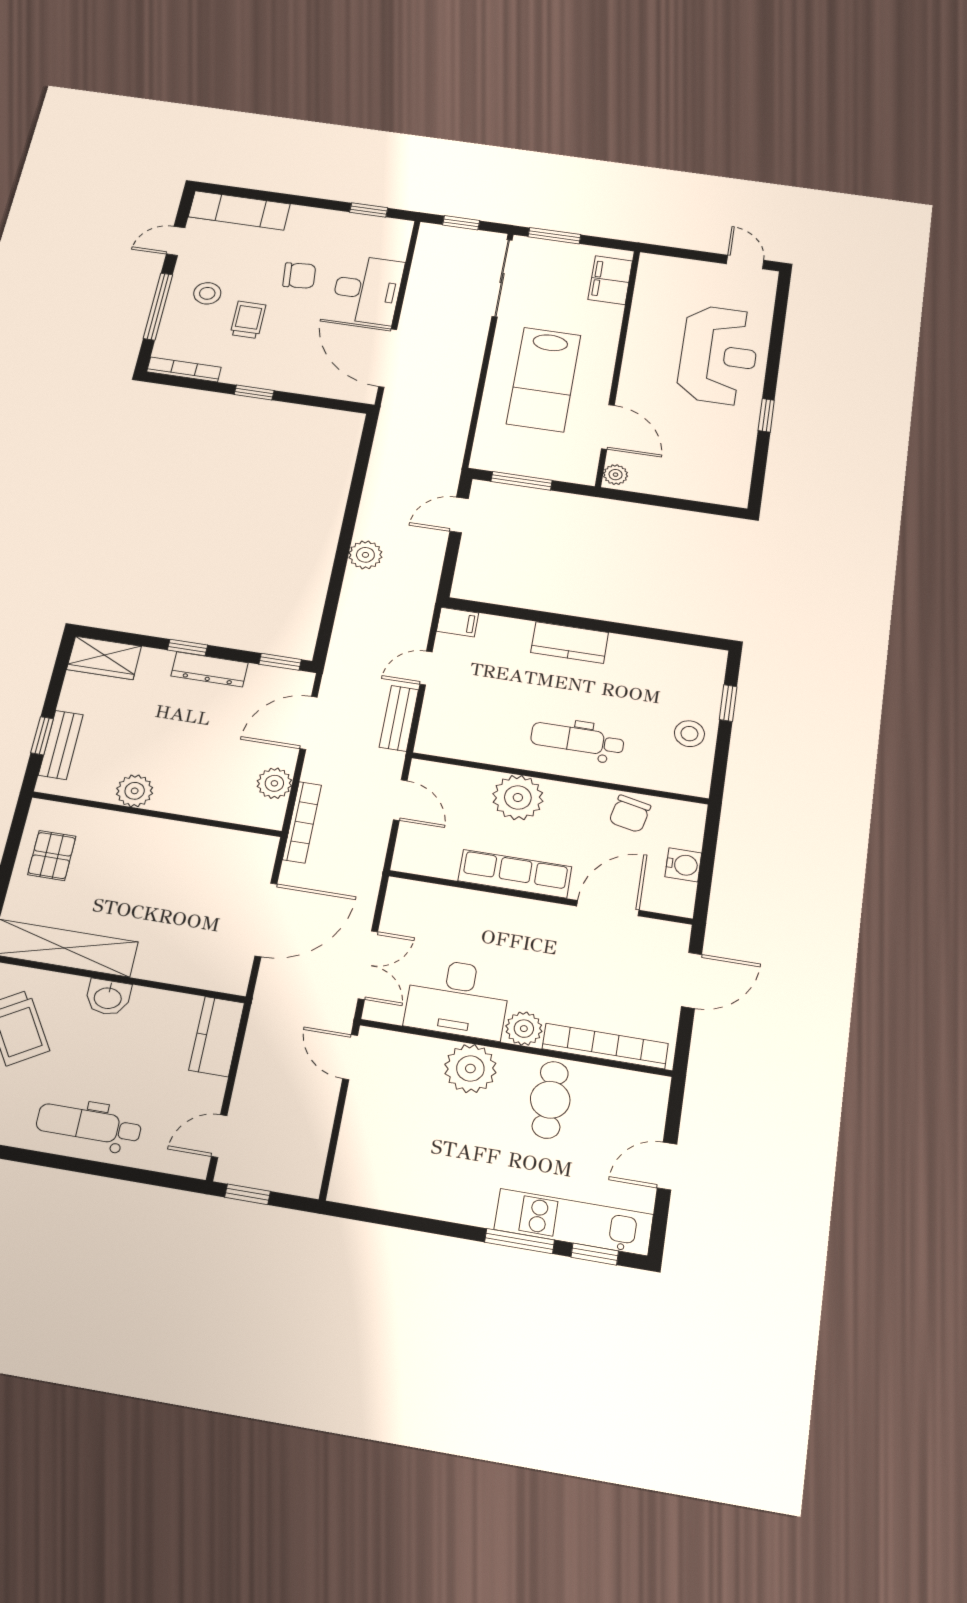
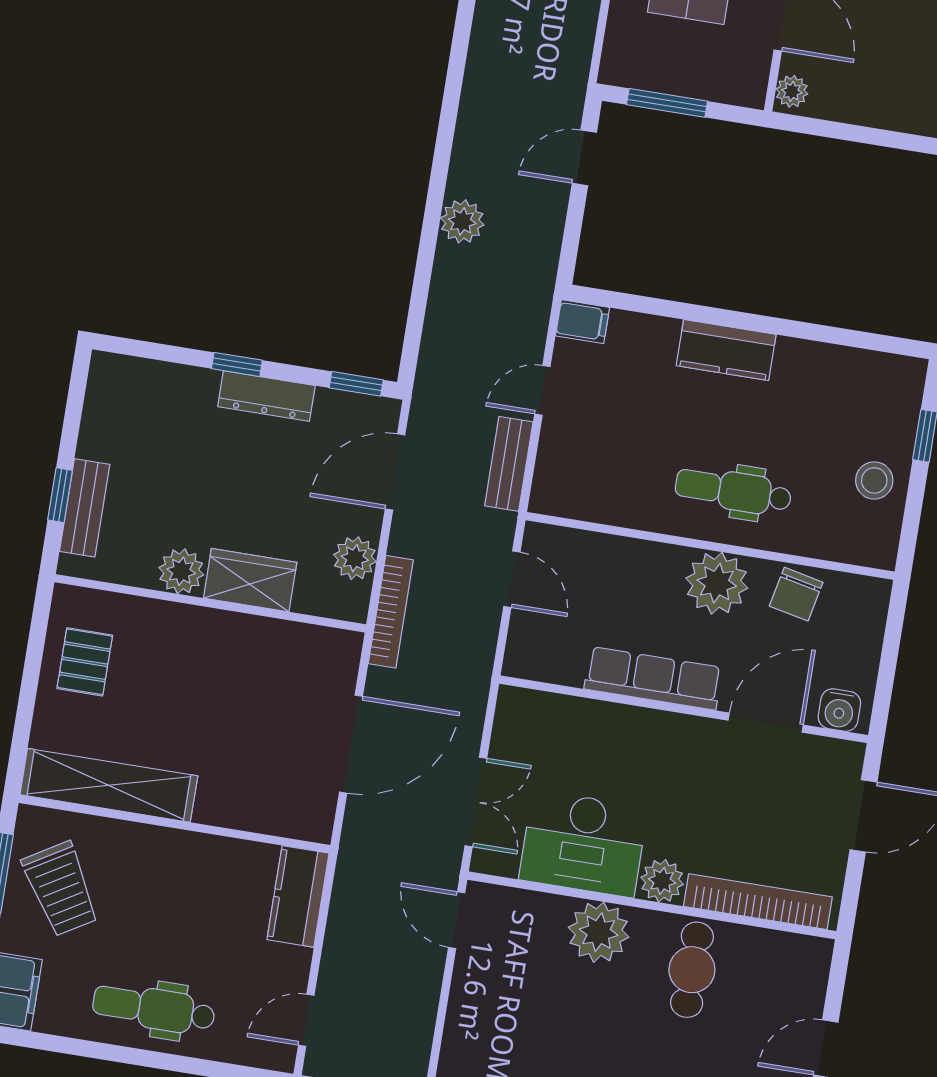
wardrobe: (104, 658) -> (250, 580), moved, turned 180
plant: (518, 798) -> (717, 583), moved
water cooler: (683, 865) -> (839, 710), moved, turned 90
washbasin: (108, 997) -> (166, 848), removed

